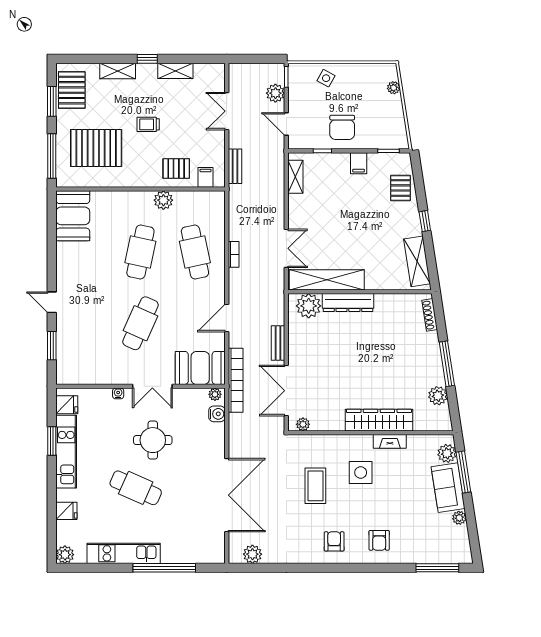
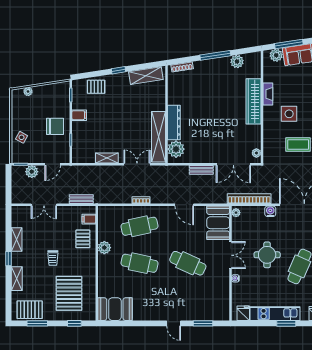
window: (52, 156) -> (74, 323), width x0.46
shelving: (295, 177) -> (107, 158), moved
door: (52, 302) -> (174, 323), hinge flipped
bookcase: (236, 380) -> (249, 199), moved
water cooler: (217, 414) -> (270, 211), moved
window: (52, 441) -> (286, 323), moved

